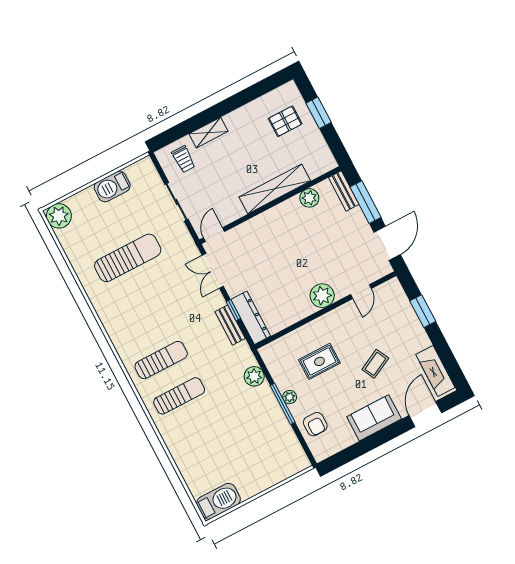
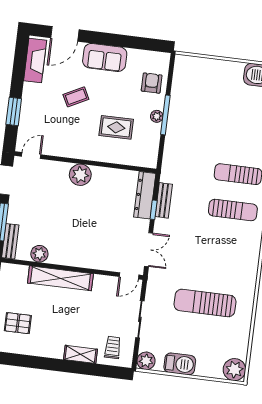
door: (361, 292) -> (31, 155), moved
sun lounger: (161, 360) -> (233, 210), turned 180
plant: (254, 376) -> (146, 361), moved

